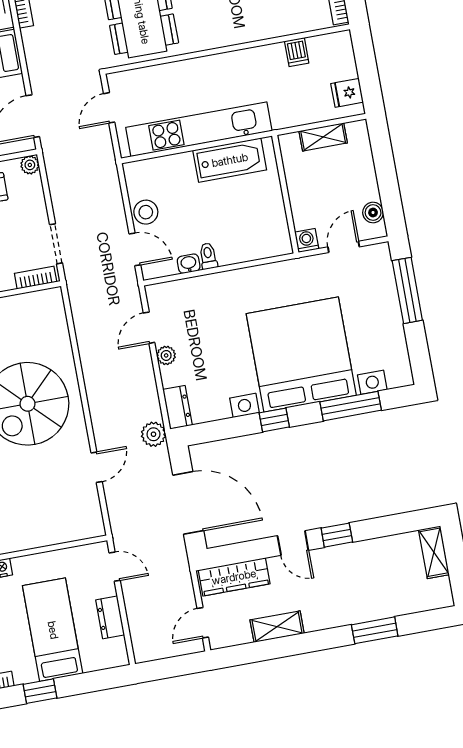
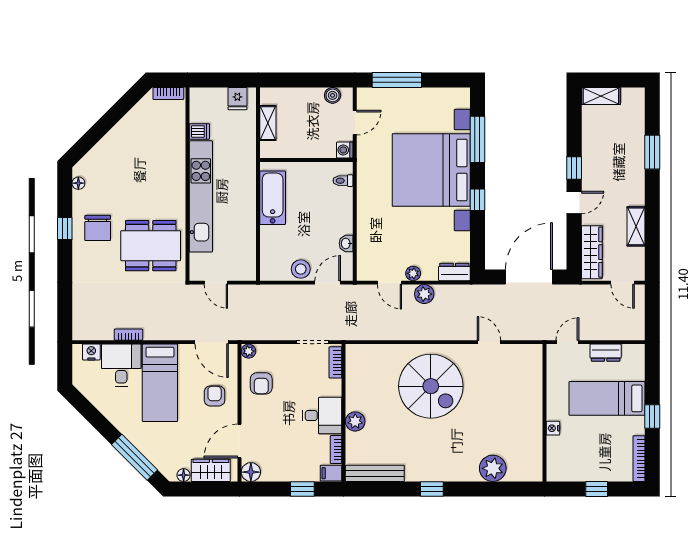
kitchen unit: (199, 129) -> (201, 196), moved, turned 180
door: (344, 247) -> (355, 123), swing flipped
toilet: (208, 256) -> (343, 181), moved
plant: (153, 434) -> (424, 294), moved

